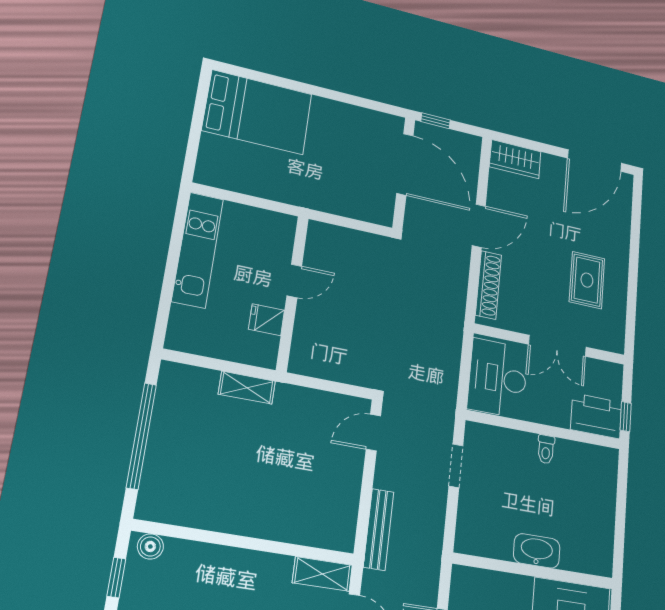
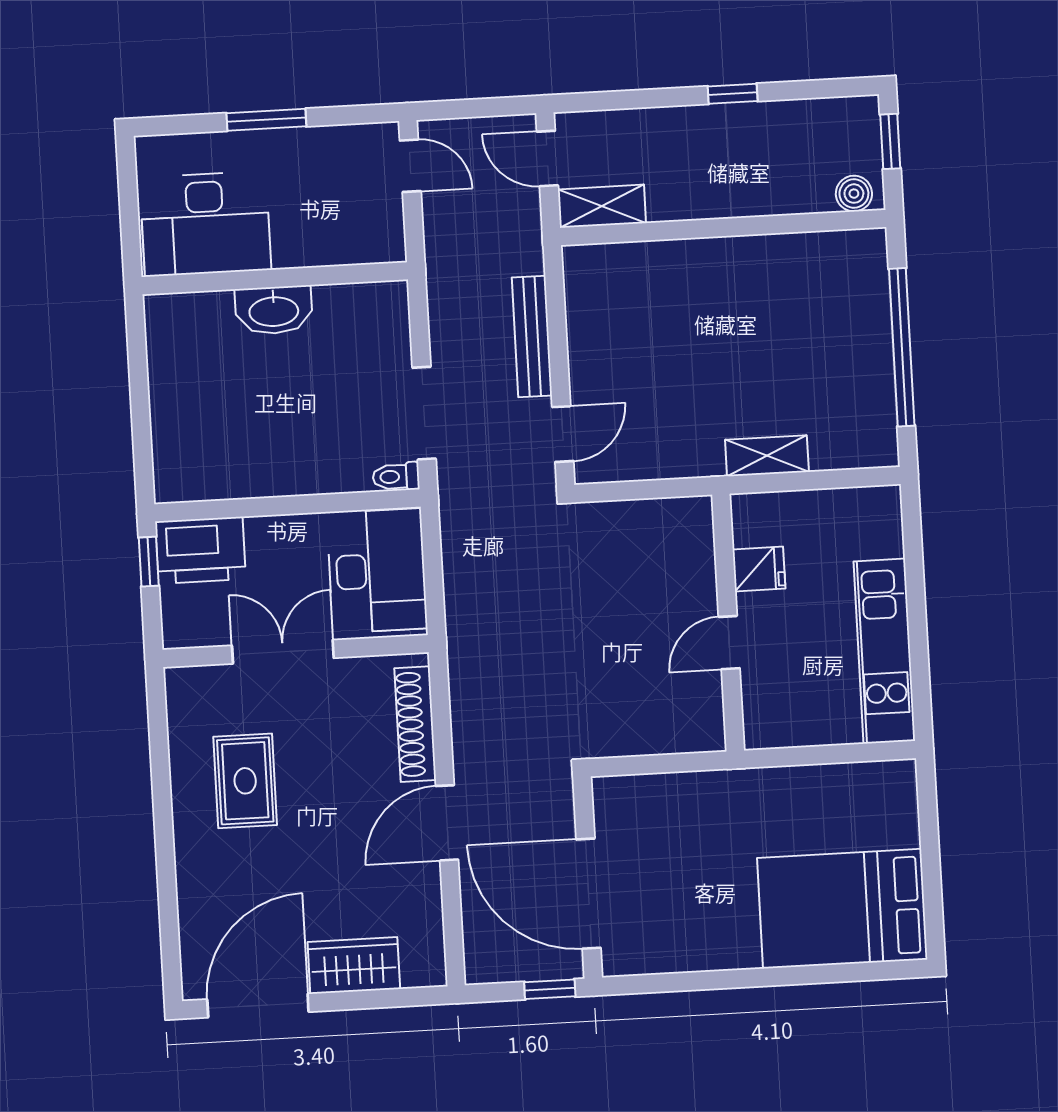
wardrobe: (515, 159) -> (354, 965), moved
toilet: (546, 449) -> (396, 477), moved, turned -90
doorway: (456, 466) -> (424, 413), width x1.38
bench: (379, 529) -> (532, 337), moved

